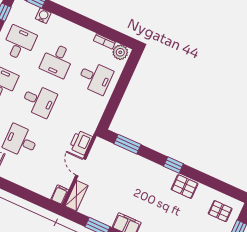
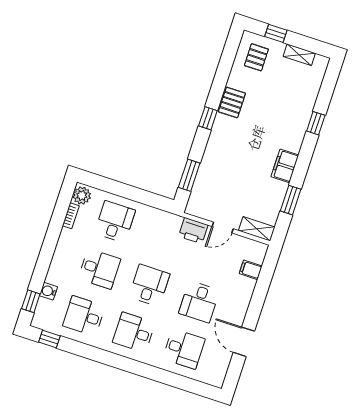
filing cabinet: (60, 195) -> (251, 270), moved

